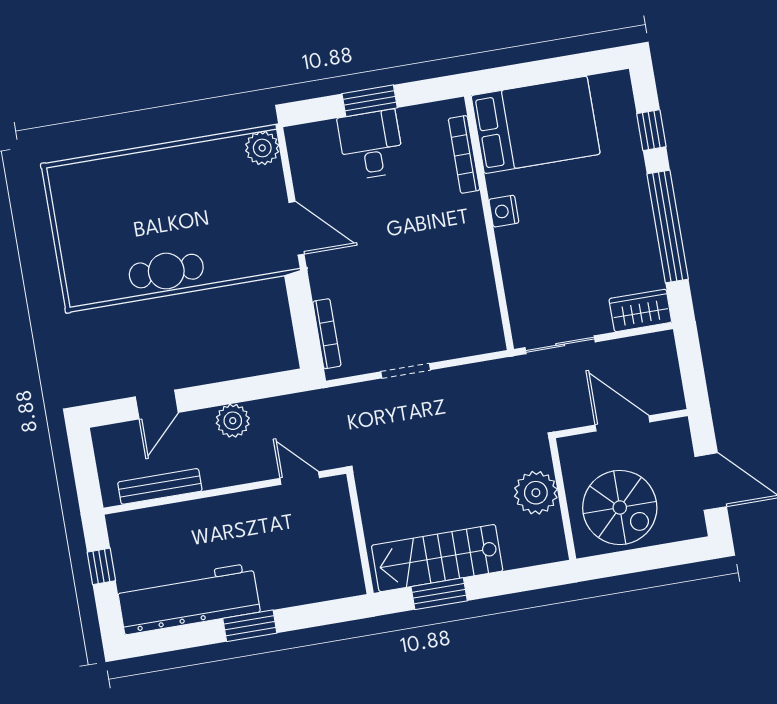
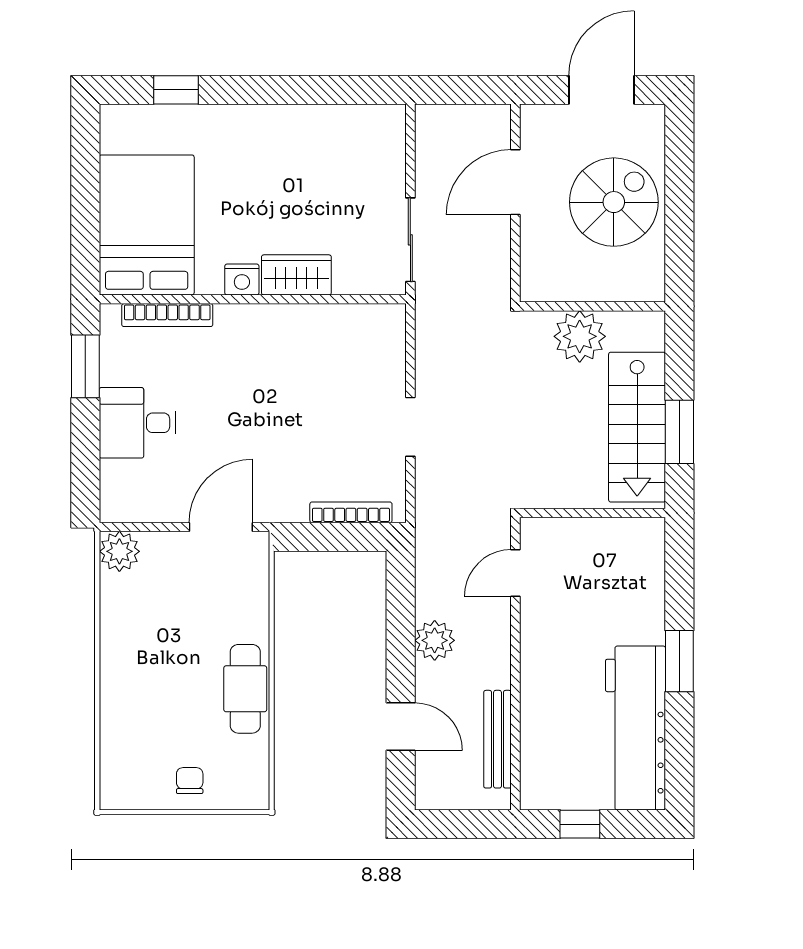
window: (370, 101) -> (85, 366), moved
window: (668, 226) -> (293, 90), removed
chair: (83, 238) -> (190, 781), added
wardrobe: (640, 310) -> (296, 275), moved, turned 90
plant: (536, 493) -> (580, 336), moved
wall: (563, 499) -> (593, 306), moved

